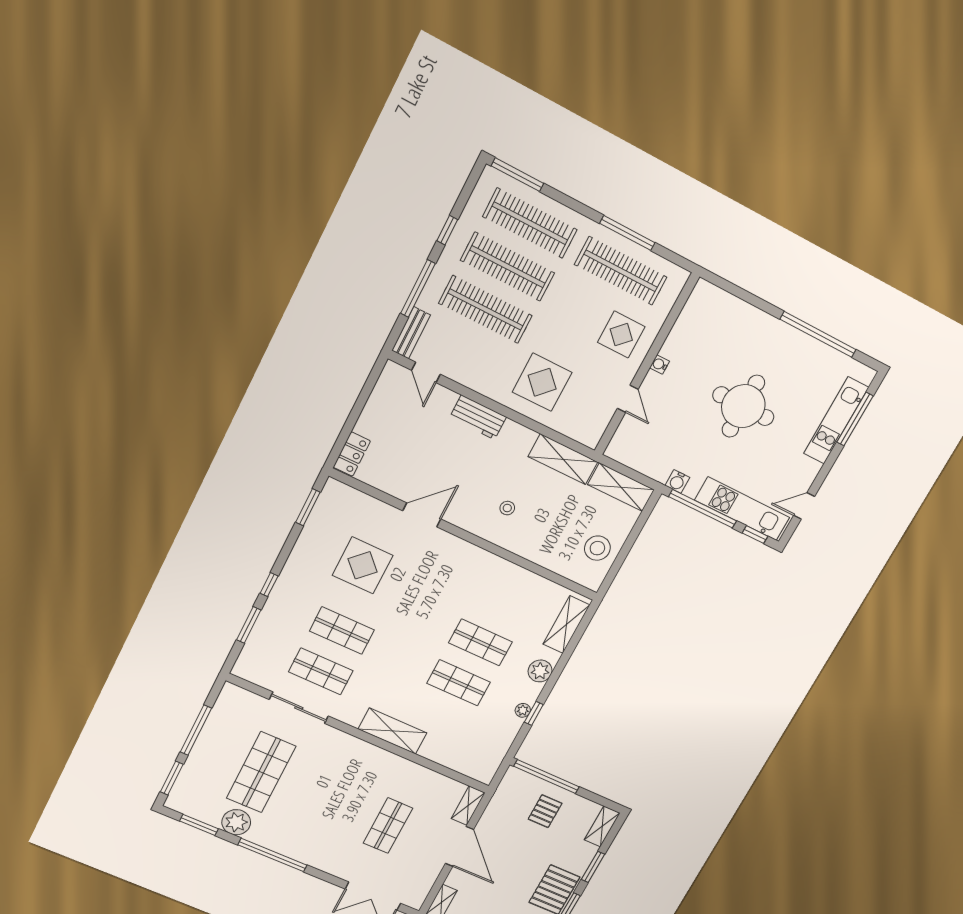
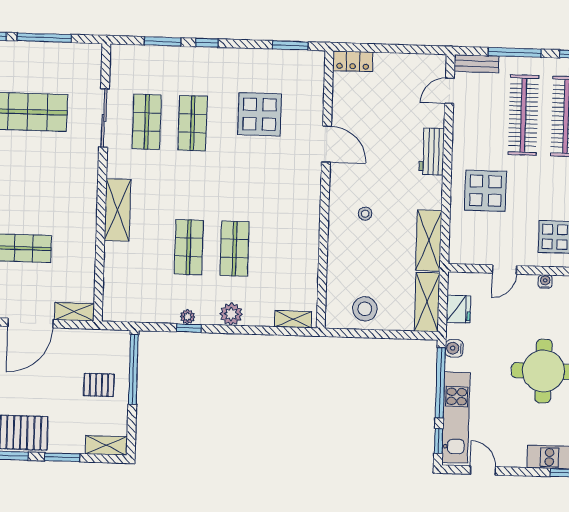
fridge: (643, 461) -> (458, 309), added
shelving: (566, 625) -> (293, 319), width x0.67, depth x0.75

